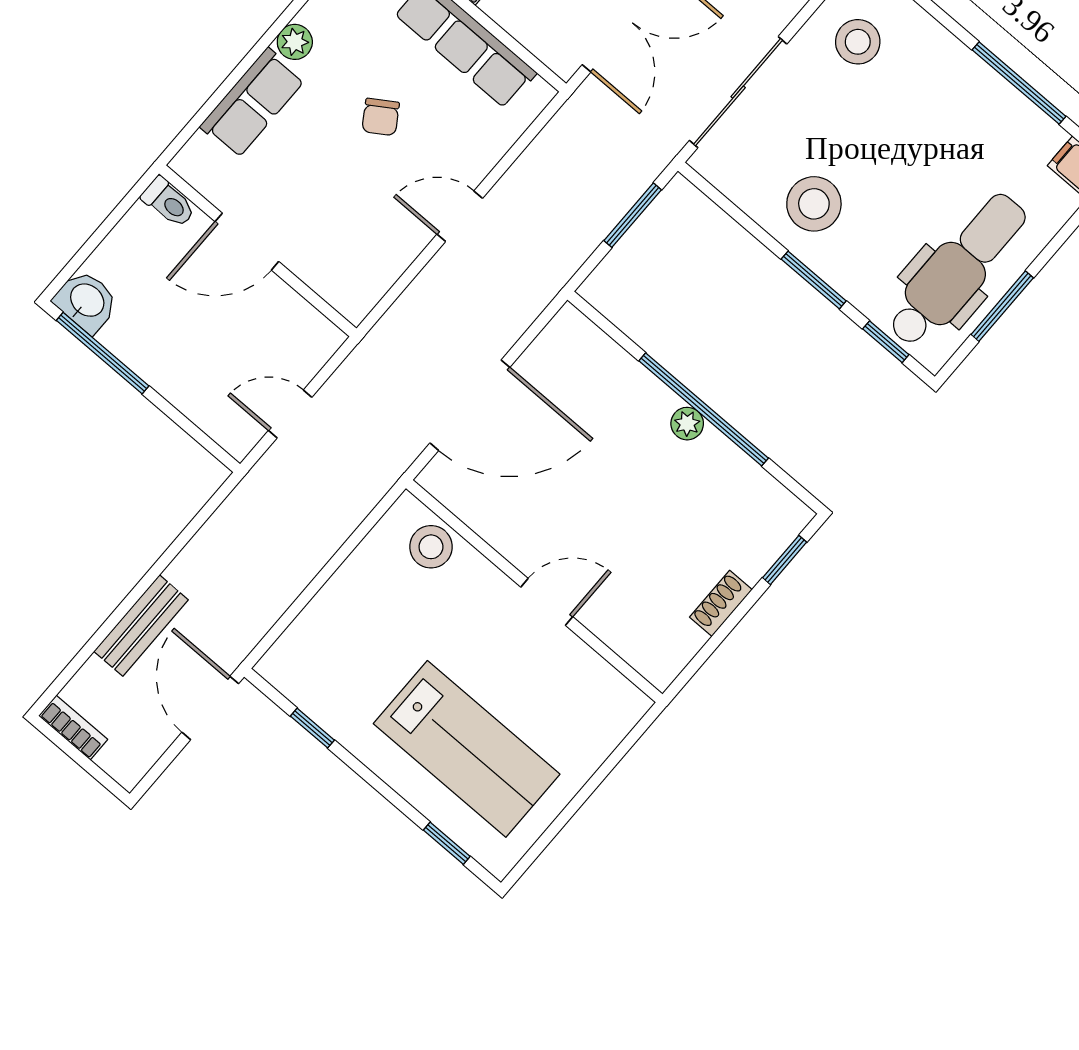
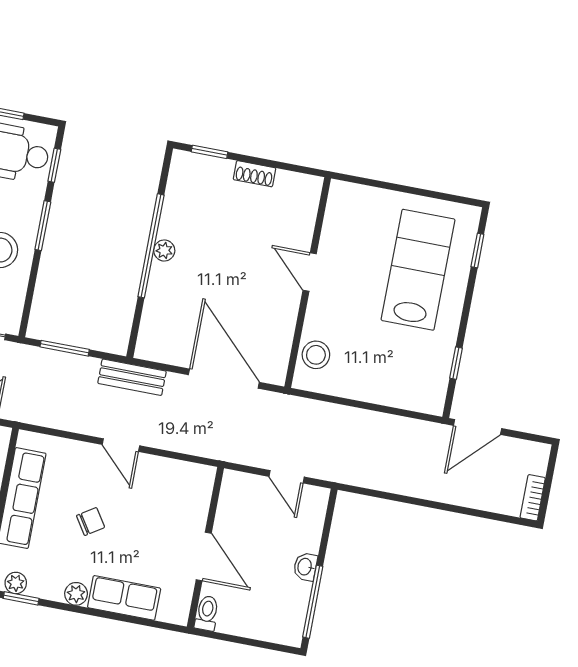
washbasin: (86, 301) -> (305, 567), moved, width x0.72, depth x0.69
bench: (141, 626) -> (132, 377), moved

